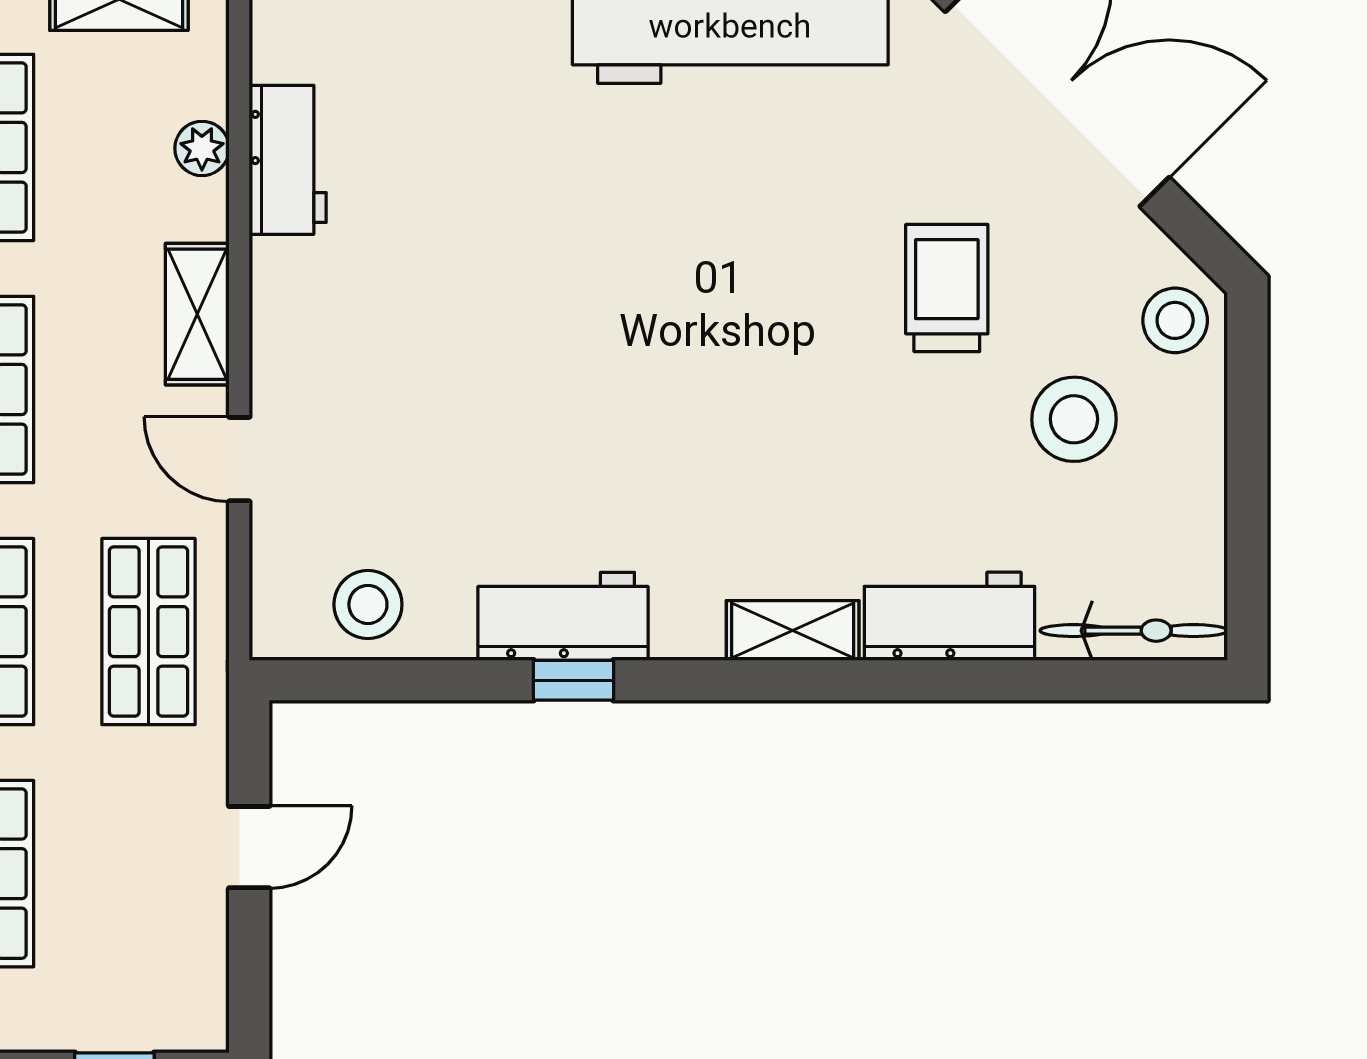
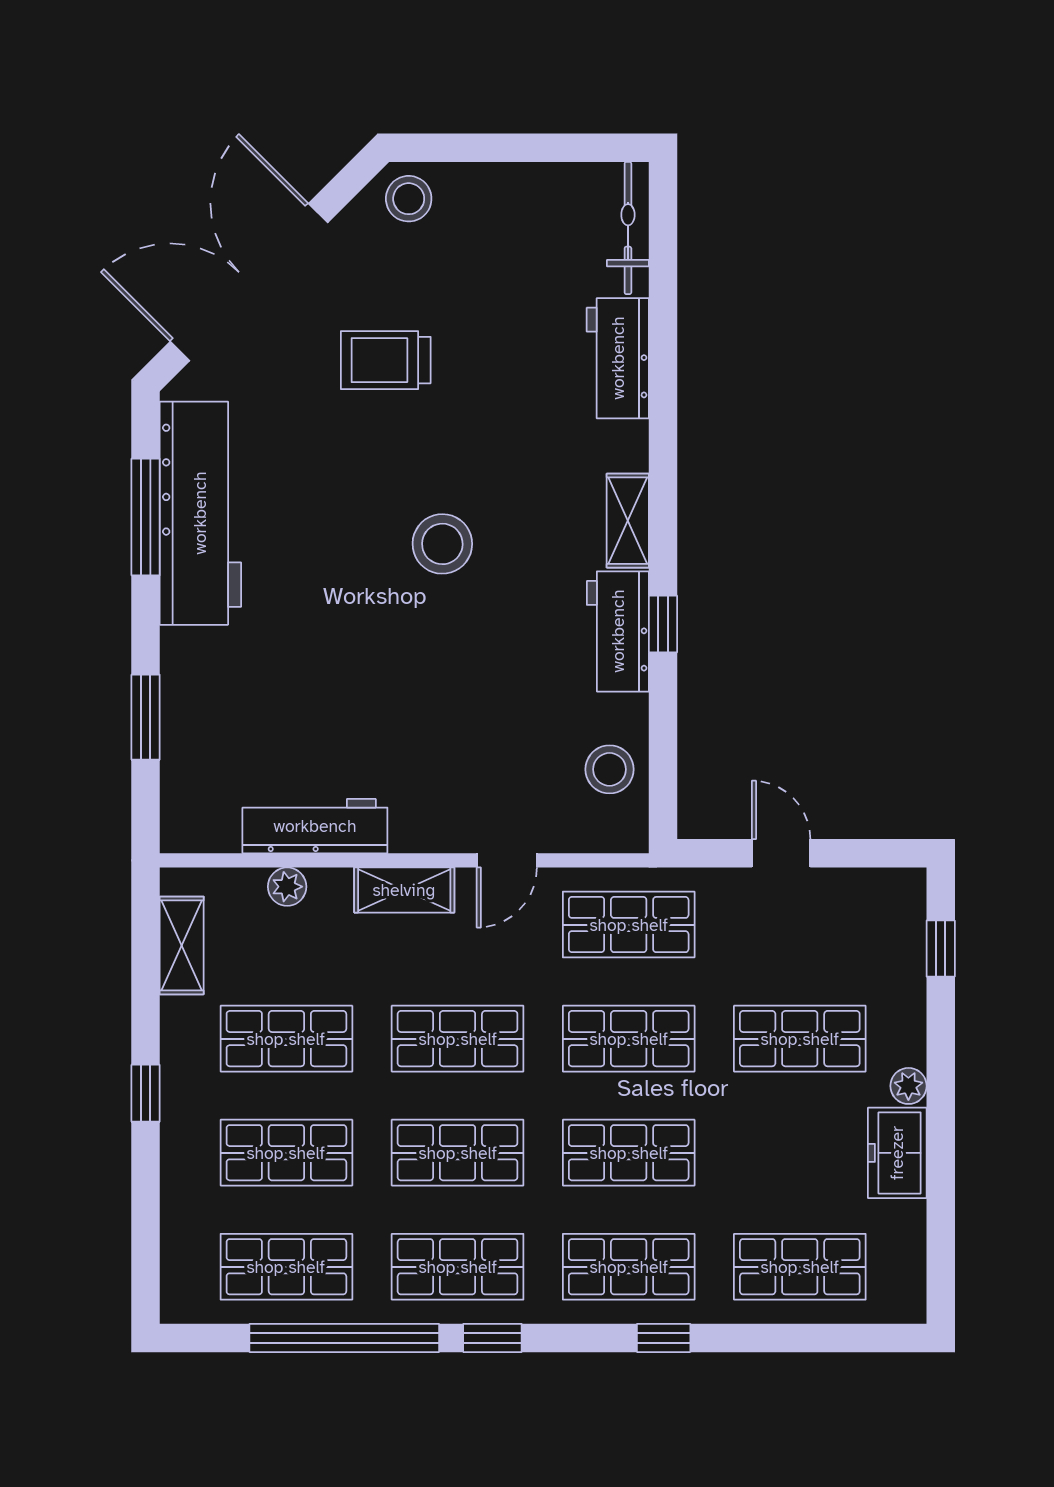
workbench: (288, 160) -> (315, 826), width x1.38
stool: (1074, 419) -> (442, 544), moved
shelving: (793, 630) -> (628, 521), moved

